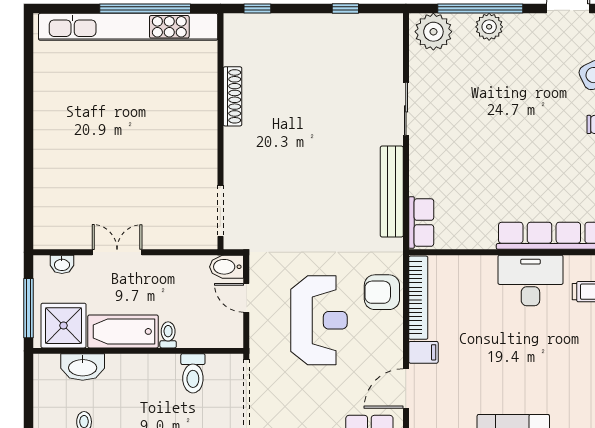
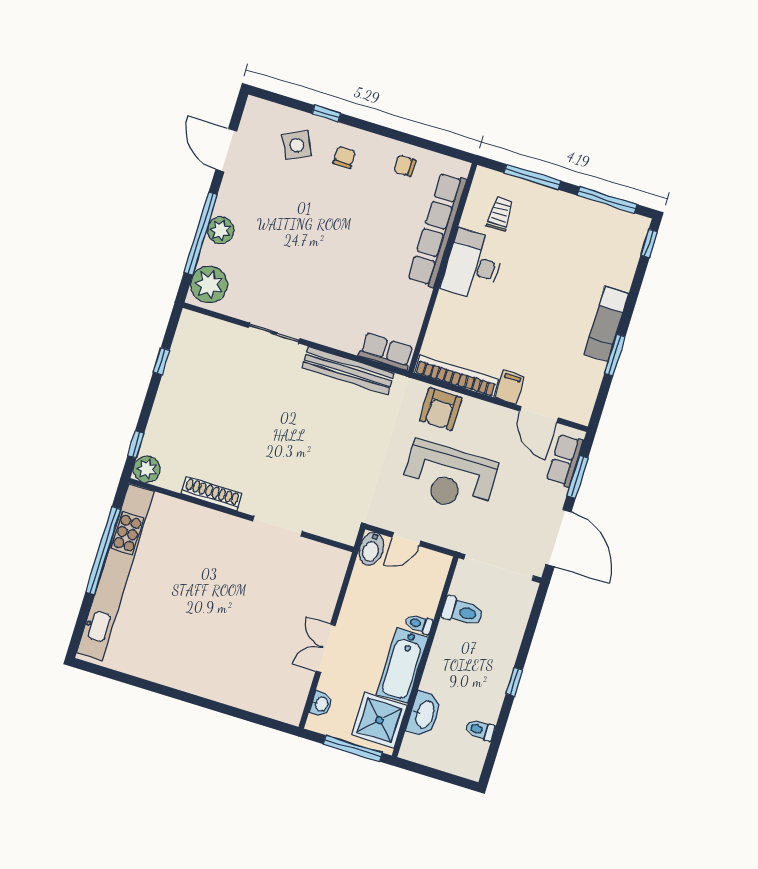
plant: (237, 27) -> (147, 469), added
doorway: (220, 211) -> (278, 526), moved
reception desk: (319, 320) -> (449, 477), turned 180

